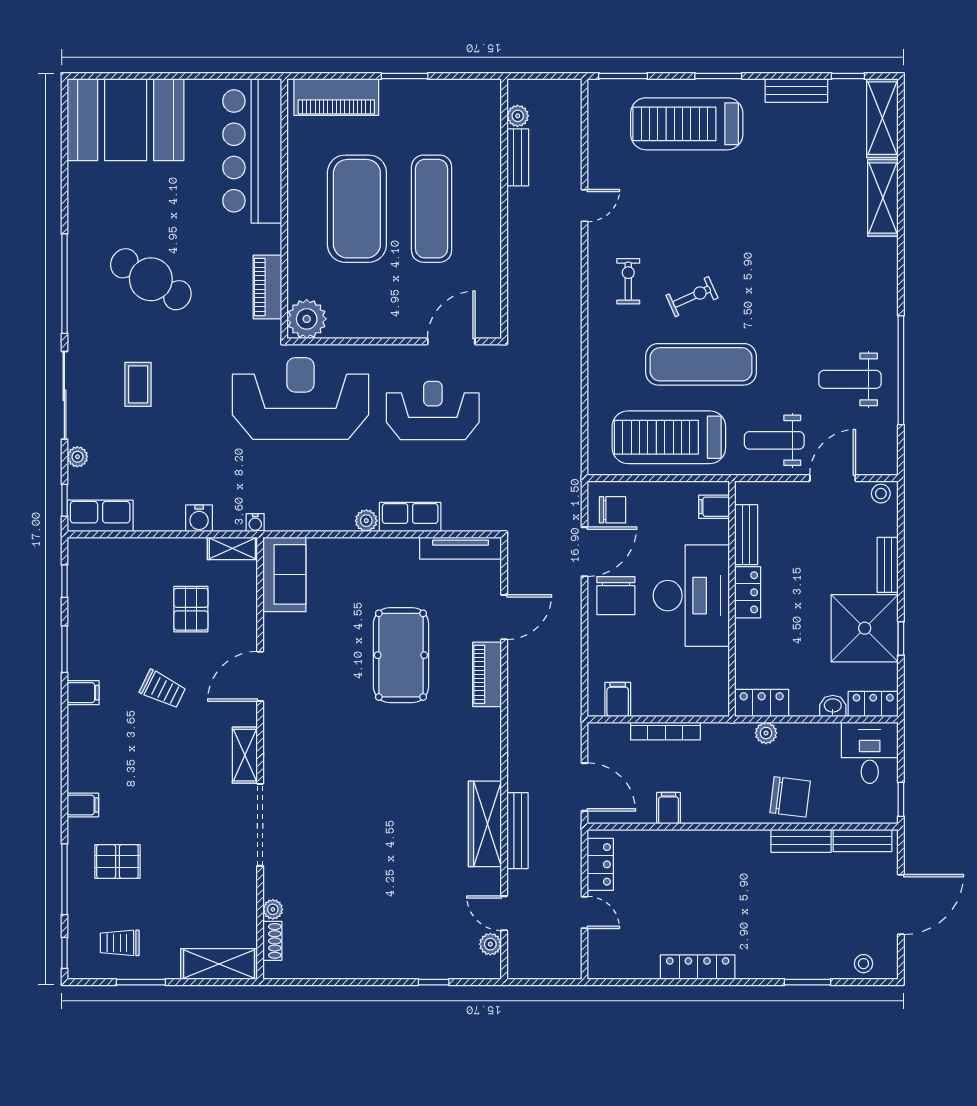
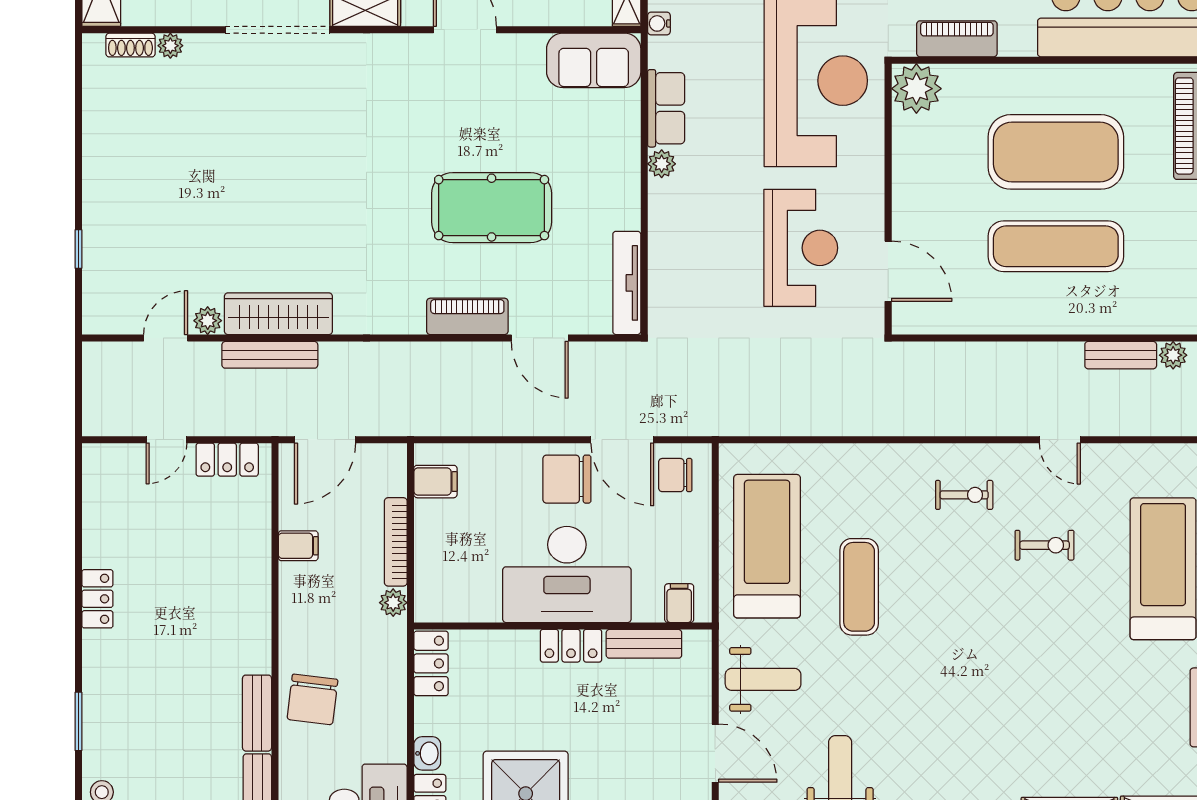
exercise bike: (692, 297) -> (1045, 545), moved, turned -66
exercise mat: (701, 364) -> (859, 587), width x0.73, depth x0.69
weight bench: (774, 440) -> (763, 679), turned 90
chair: (613, 510) -> (675, 475), turned 90
row of seats: (410, 517) -> (666, 108), moved
plant: (766, 733) -> (393, 603), moved
plant: (490, 944) -> (208, 321), moved
locker: (698, 967) -> (97, 599), width x0.66

